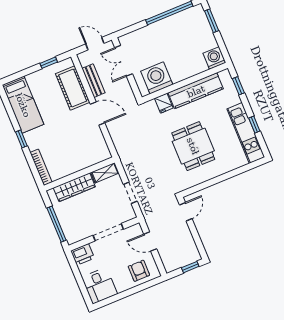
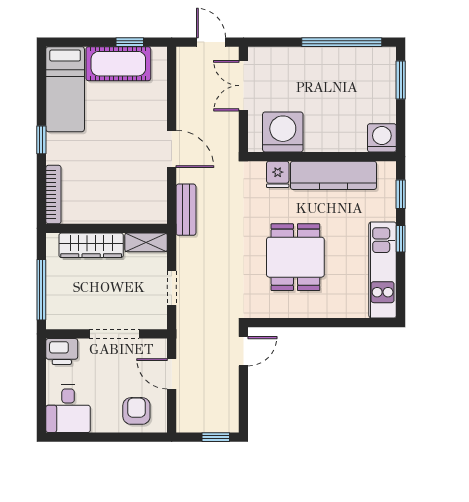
bench: (93, 81) -> (186, 210), moved
cot: (73, 88) -> (118, 64), moved, turned 90
window: (254, 125) -> (401, 239), moved

